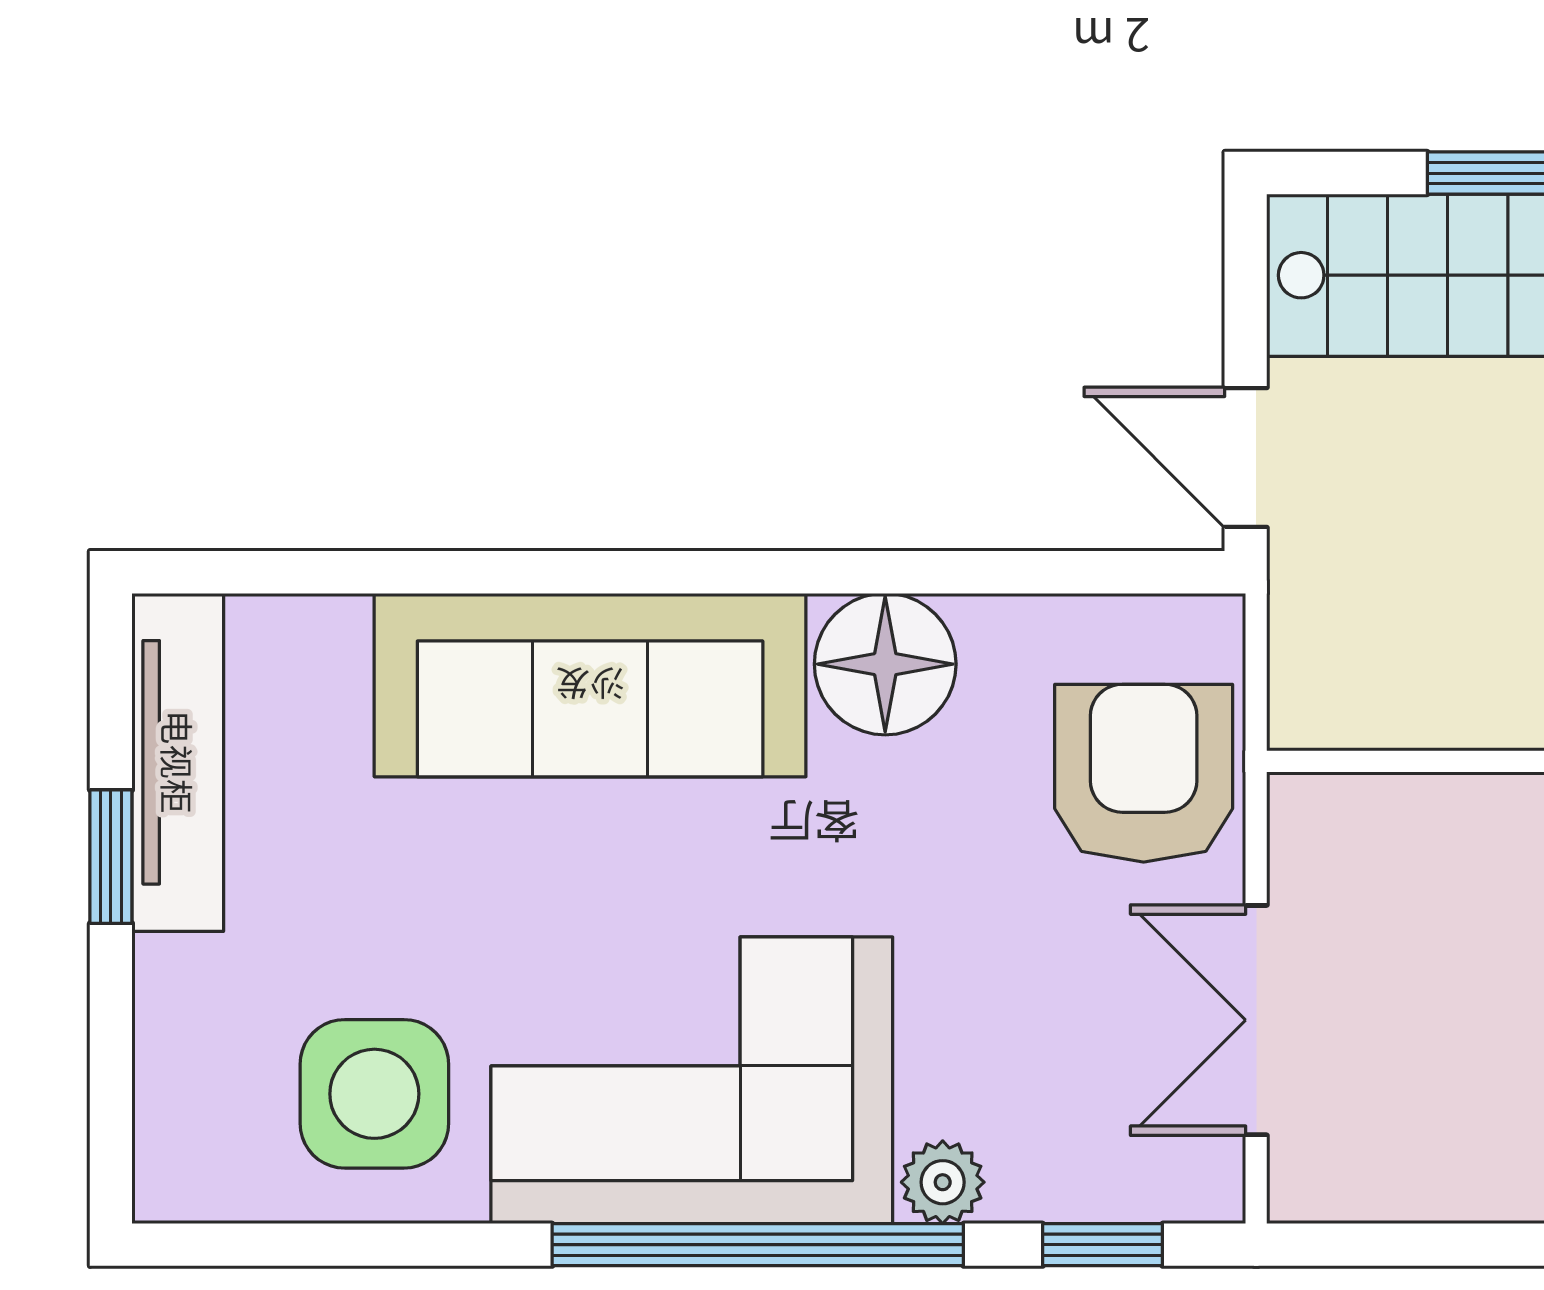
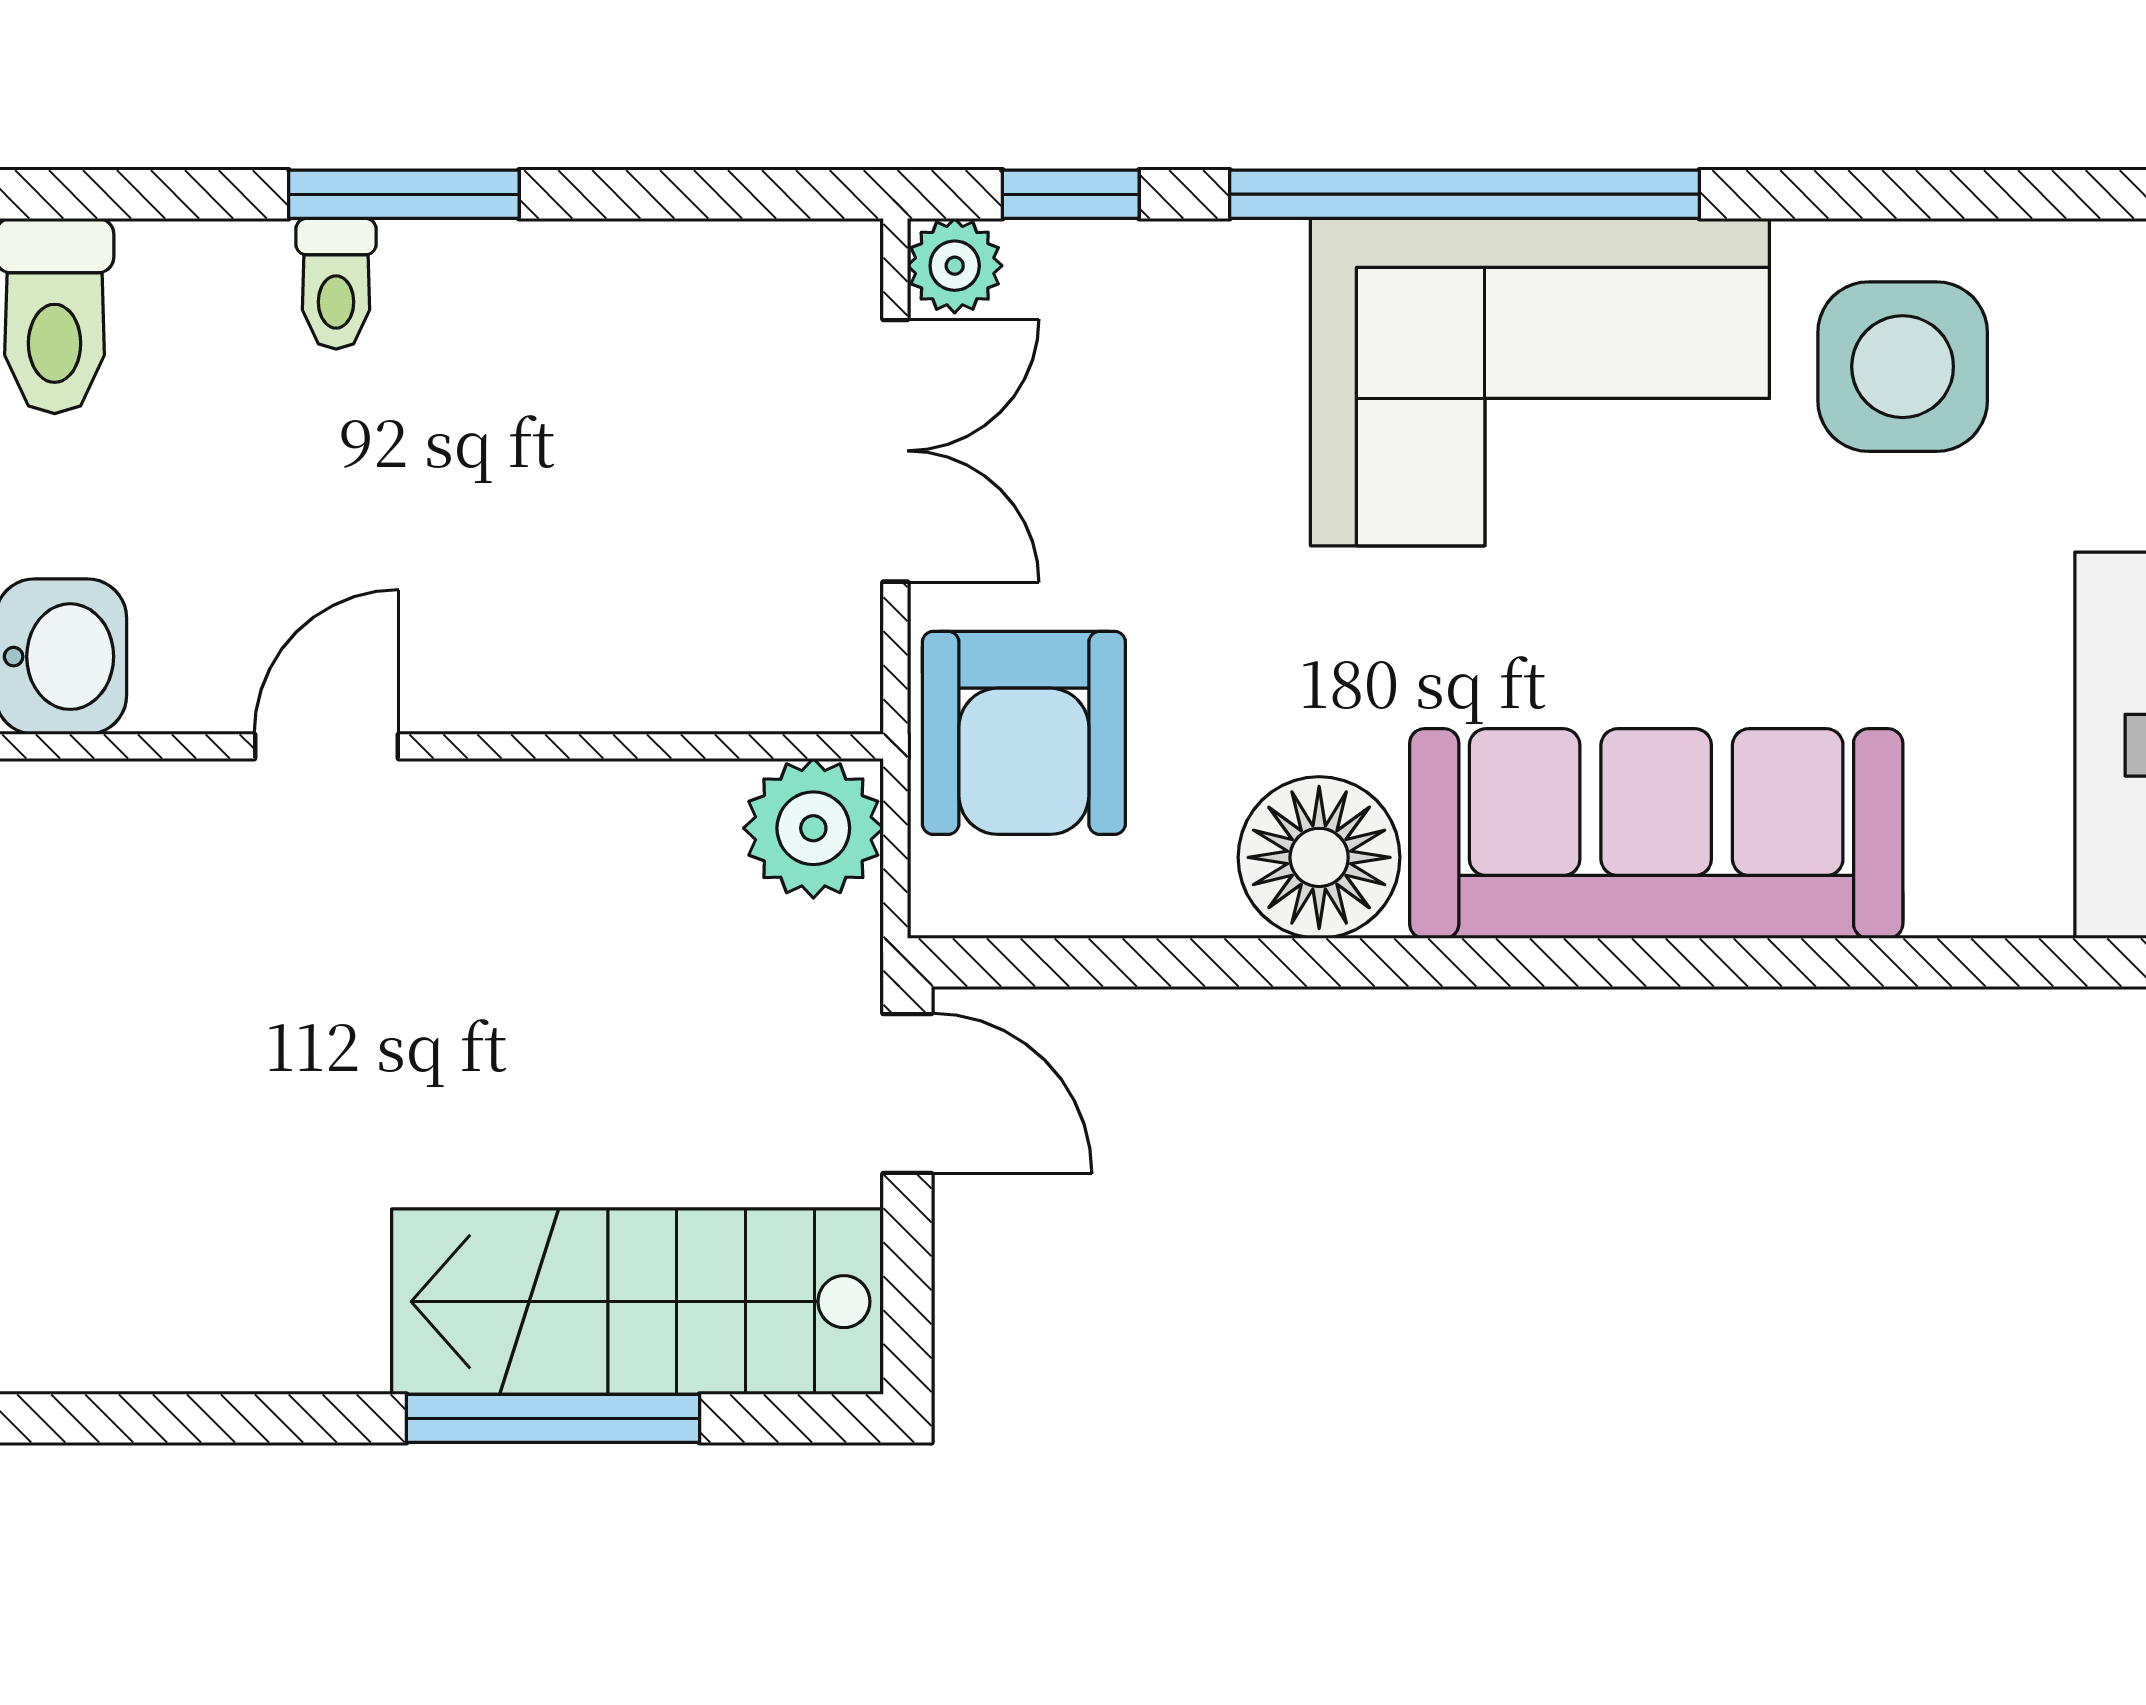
plant: (1328, 690) -> (813, 828), added
plant: (943, 1182) -> (955, 266), moved

